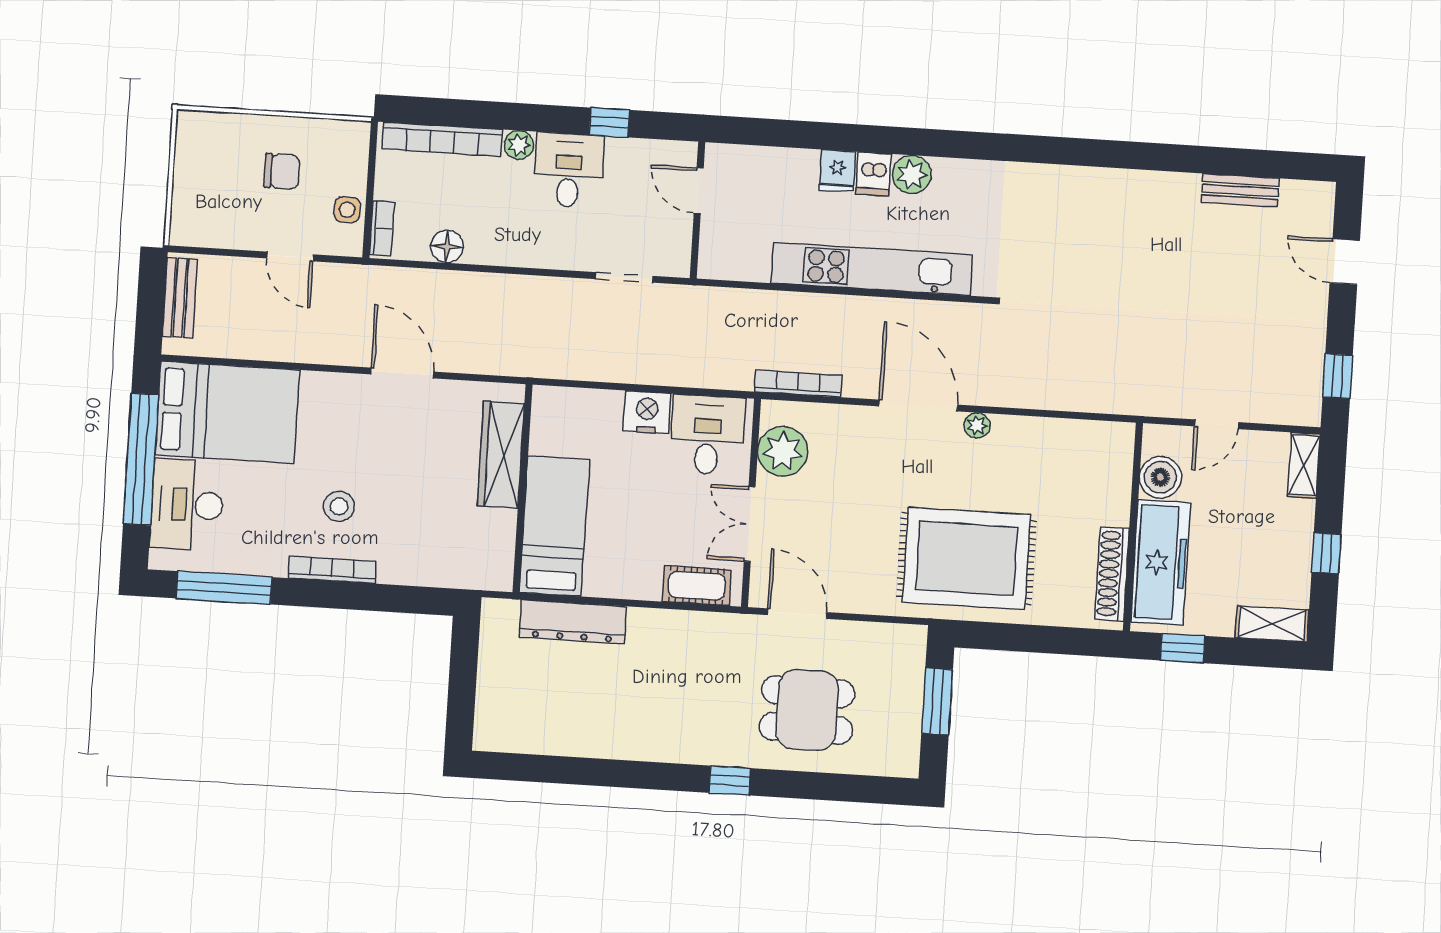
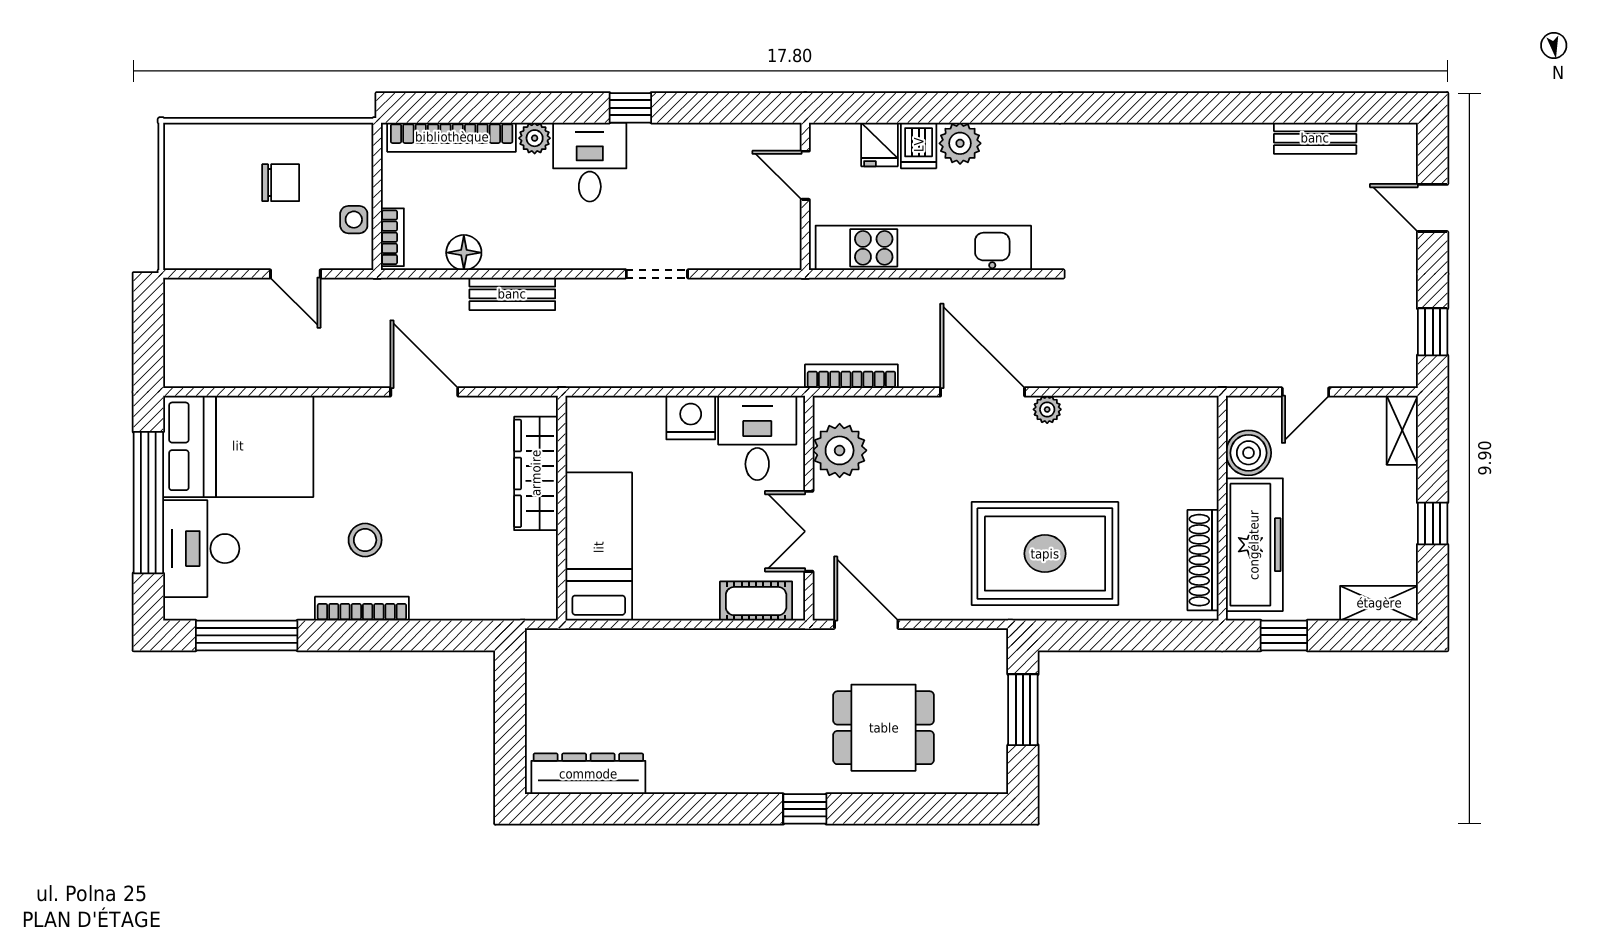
door: (699, 191) -> (805, 175), moved
wall: (697, 210) -> (805, 196), moved
bench: (180, 298) -> (512, 294), moved, turned 90
dresser: (573, 622) -> (588, 774), moved, turned 180

